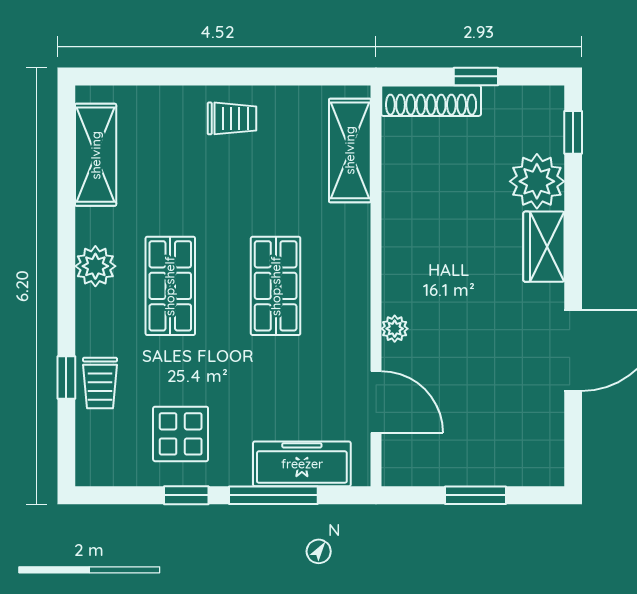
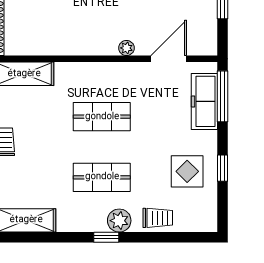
plant: (95, 266) -> (119, 221), moved
window: (66, 377) -> (106, 237), moved
window: (273, 495) -> (223, 96), moved

